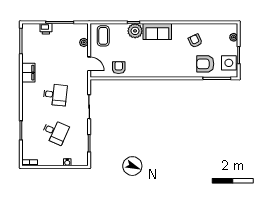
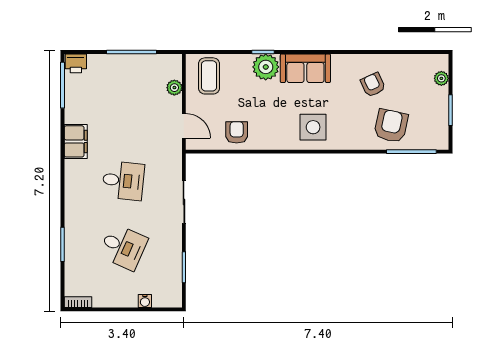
printer: (46, 29) -> (76, 63), moved
side table: (229, 63) -> (313, 127), moved
armchair: (205, 64) -> (391, 126), turned 102

